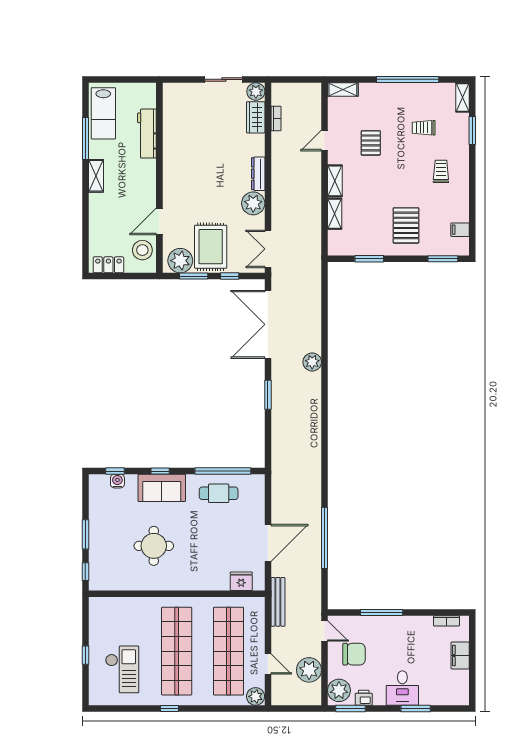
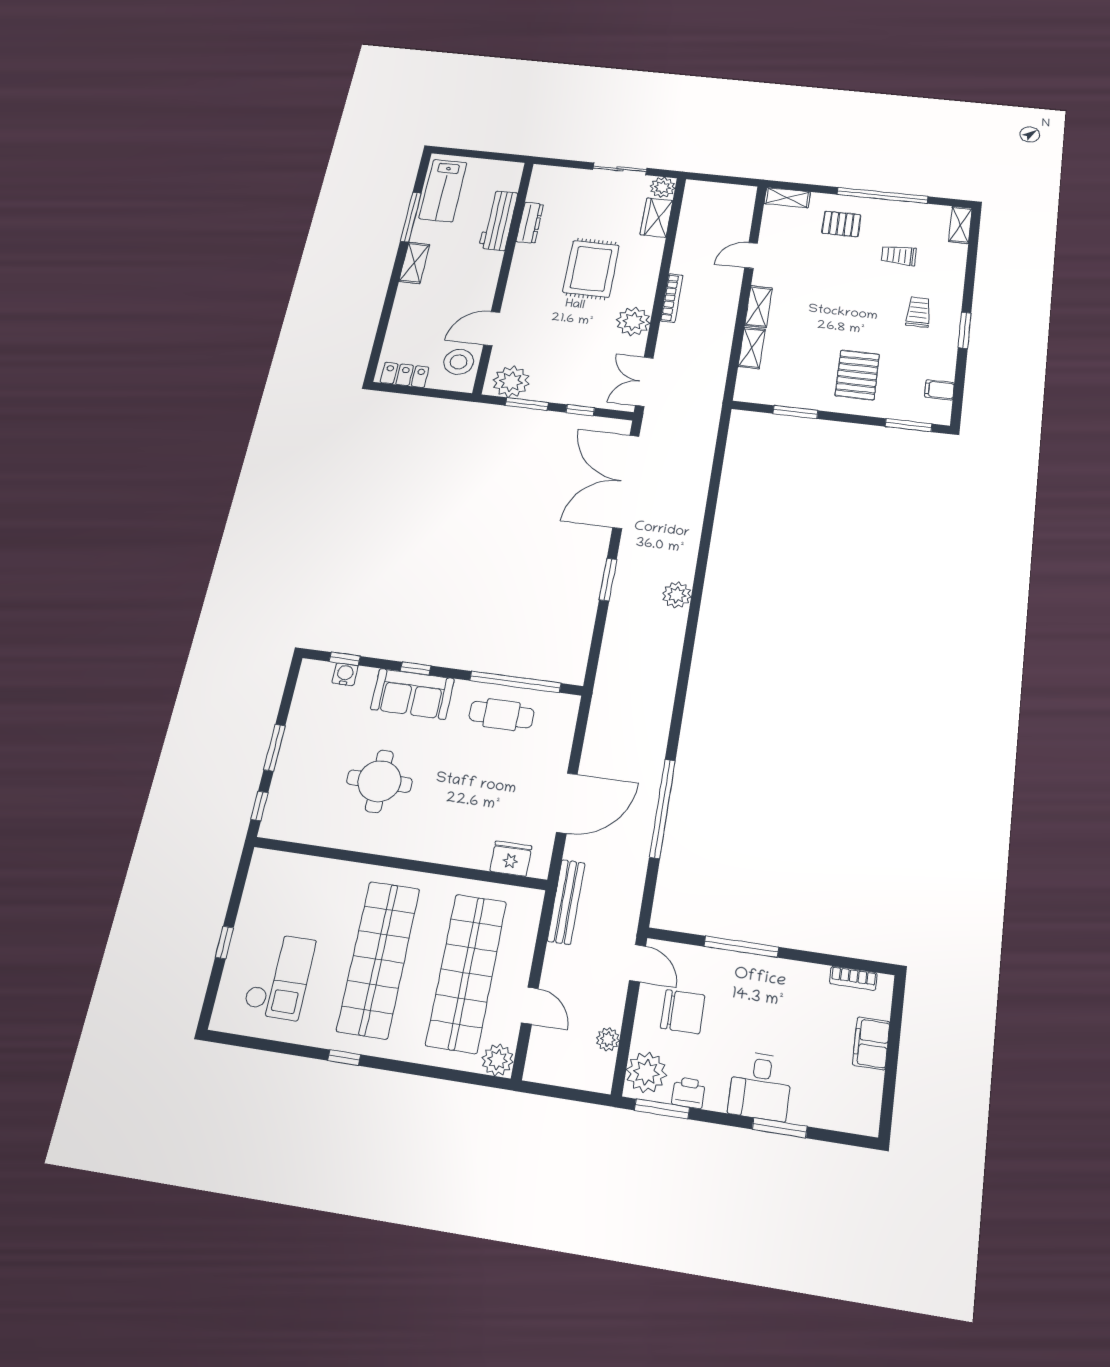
bookcase: (276, 118) -> (672, 298), moved, width x1.56
window: (472, 131) -> (964, 330), moved
pallet: (371, 143) -> (841, 224), moved, turned 90
dresser: (258, 174) -> (530, 223), moved, turned 180
rug: (211, 247) -> (591, 269), moved
plant: (312, 362) -> (677, 595), moved
plant: (309, 670) -> (608, 1039), width x0.53, depth x0.53

